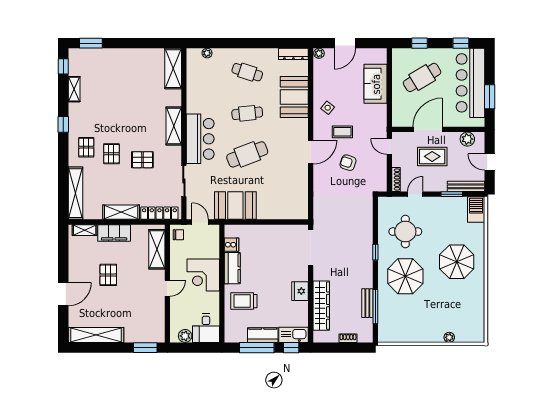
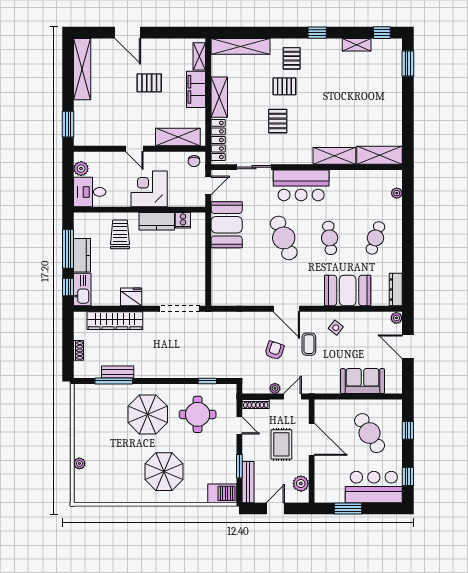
bar counter: (470, 83) -> (374, 487), width x0.73
shelving: (174, 126) -> (334, 156), moved
pallet: (86, 147) -> (292, 58), turned 90
plant: (382, 162) -> (275, 388), added
window: (375, 252) -> (207, 381), moved

